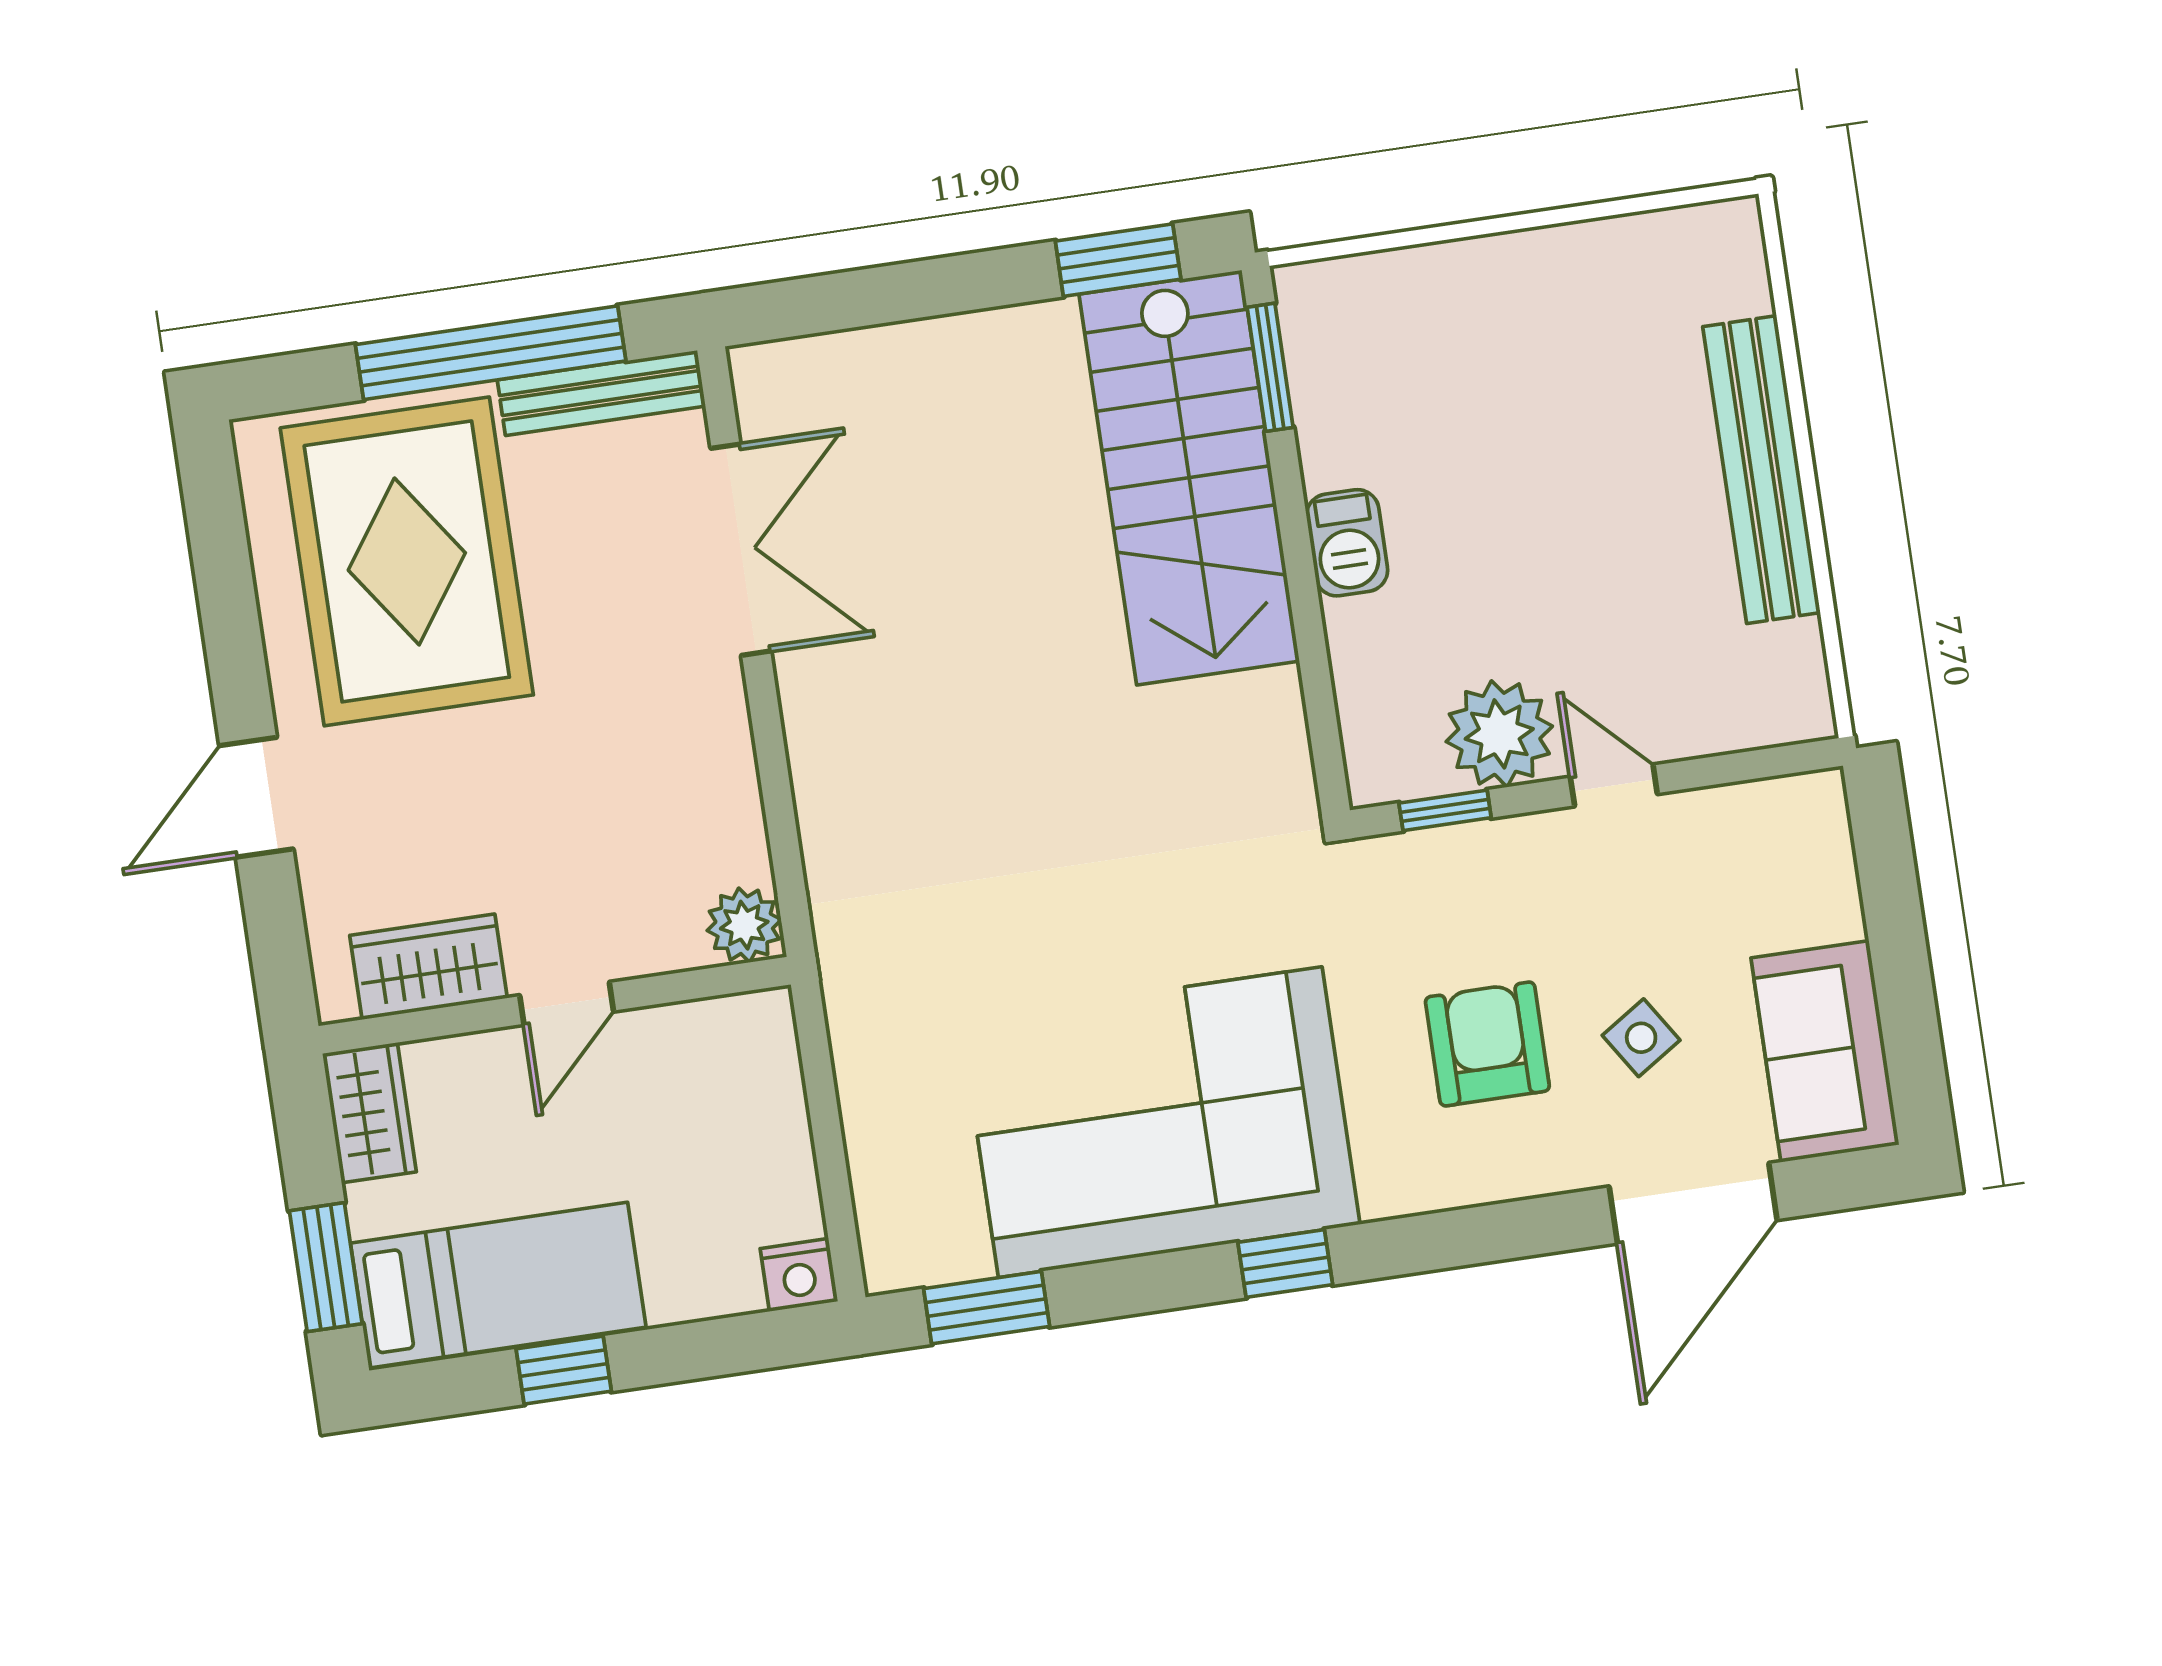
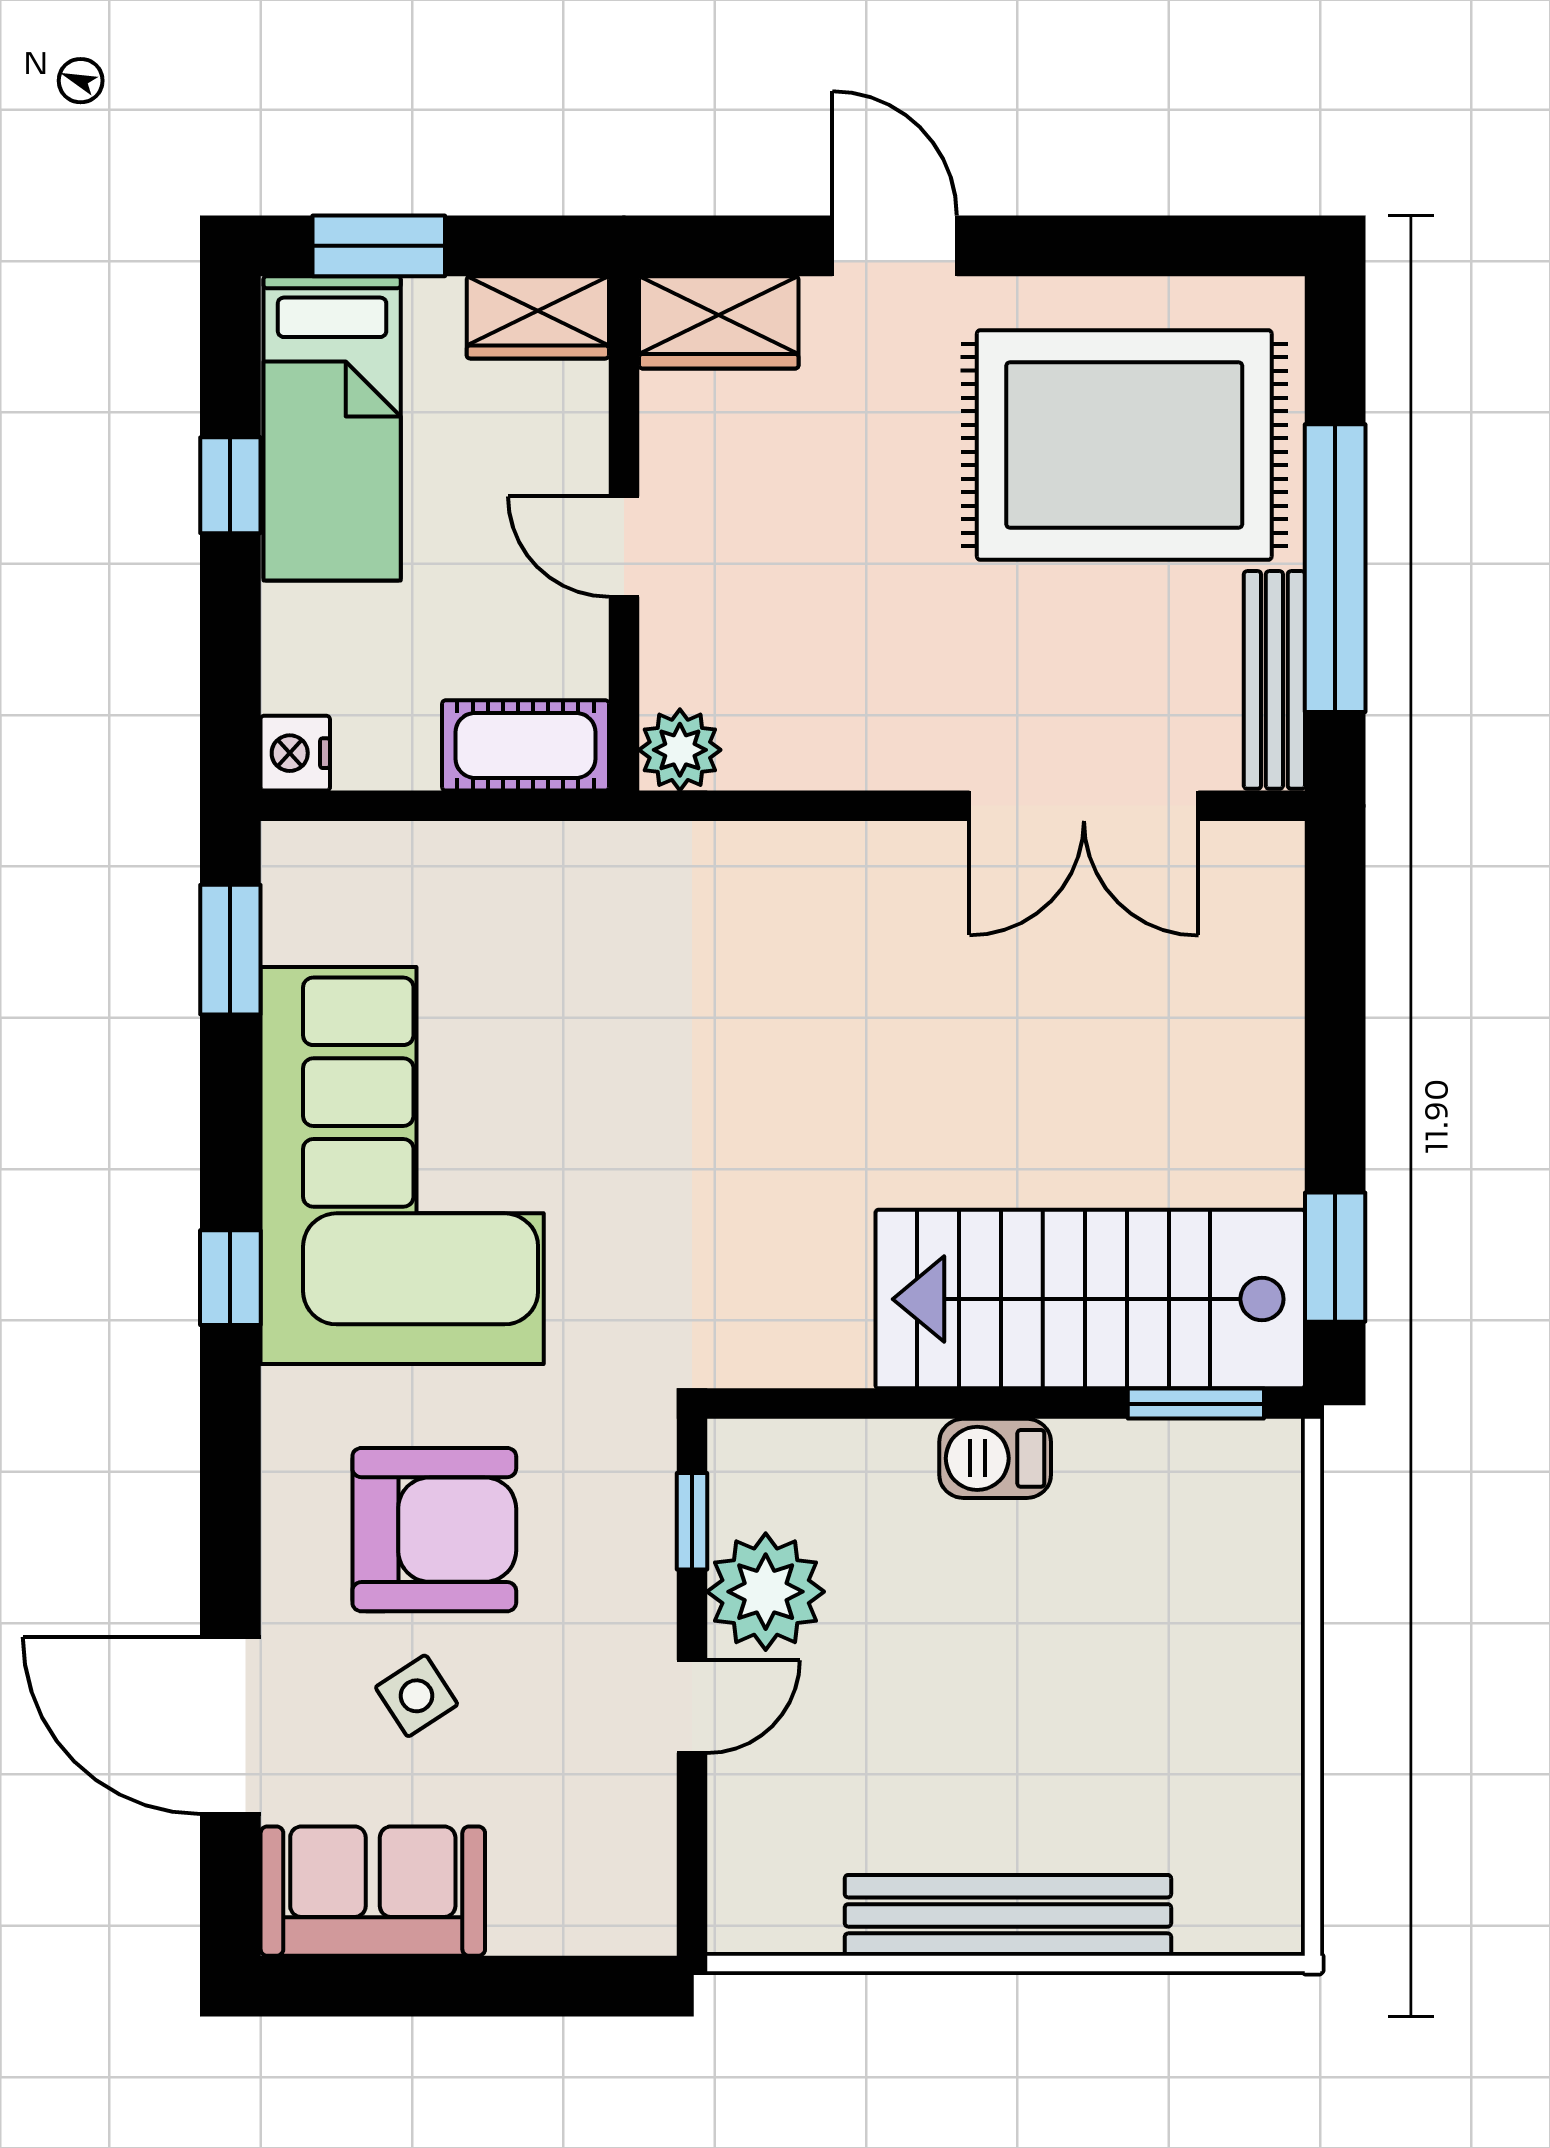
wardrobe: (428, 967) -> (719, 322), moved, turned 90
armchair: (1487, 1044) -> (434, 1530), width x1.36, depth x1.36
cot: (761, 1066) -> (525, 745), added

